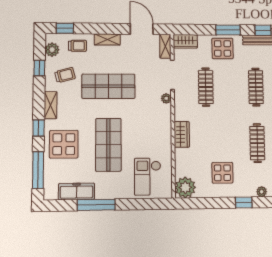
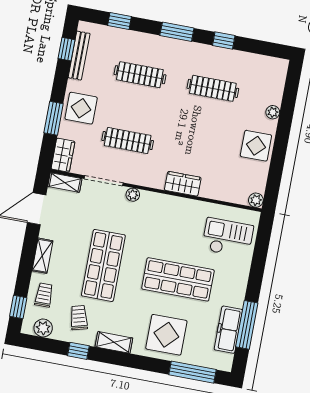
window: (228, 30) -> (54, 118), moved
window: (39, 68) -> (78, 351), moved
window: (39, 128) -> (140, 362), removed
display table: (222, 173) -> (256, 146), moved
checkout: (148, 177) -> (228, 238), turned 180
plant: (185, 187) -> (256, 200), width x0.53, depth x0.53
plant: (262, 192) -> (273, 112), moved
window: (244, 203) -> (285, 122), removed
window: (96, 205) -> (247, 325), moved

